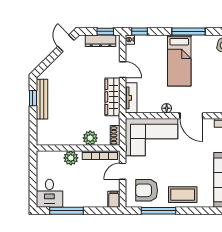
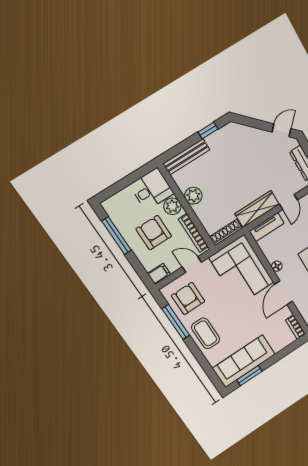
bench: (42, 99) -> (187, 157), moved
shoe rack: (115, 135) -> (226, 232), width x1.43
plant: (90, 138) -> (193, 196), moved
armchair: (81, 183) -> (154, 233), added
desk: (49, 193) -> (152, 189), moved, turned 180

